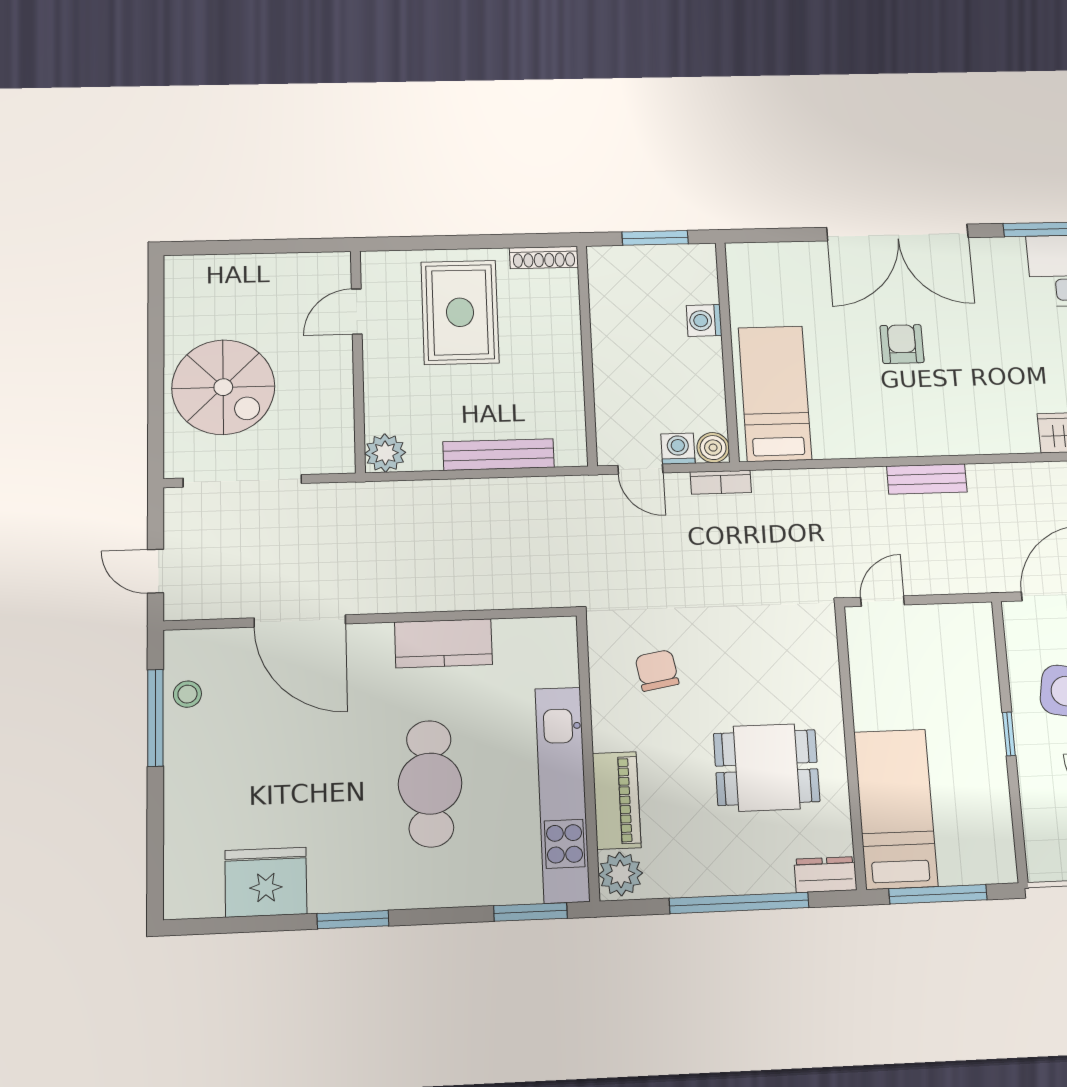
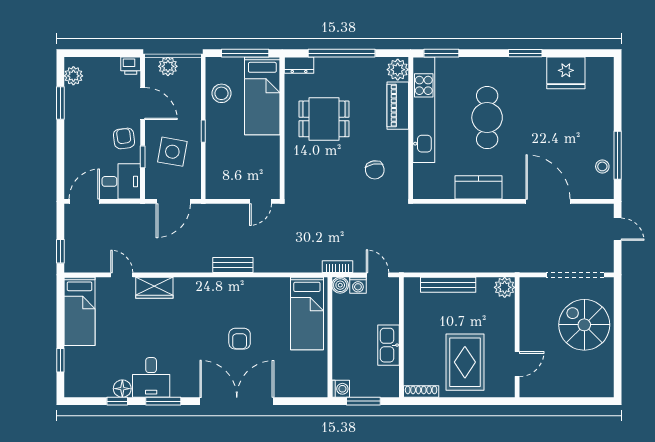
washing machine: (704, 321) -> (341, 389), moved
kitchen sink: (612, 340) -> (389, 345), added
stool: (979, 811) -> (221, 93), added

